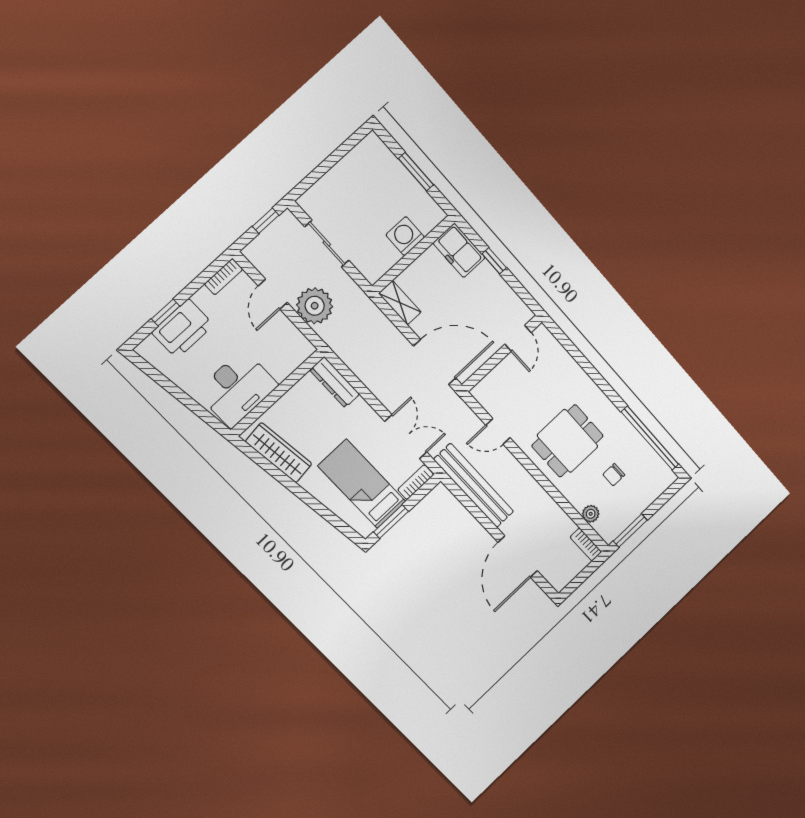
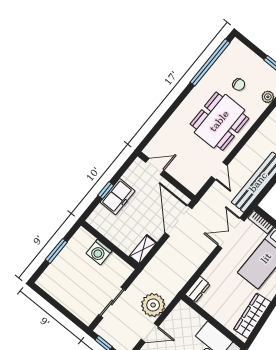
freezer: (459, 250) -> (118, 197), moved
dresser: (335, 382) -> (198, 289), width x0.70
dining table: (568, 441) -> (219, 121), width x1.38

